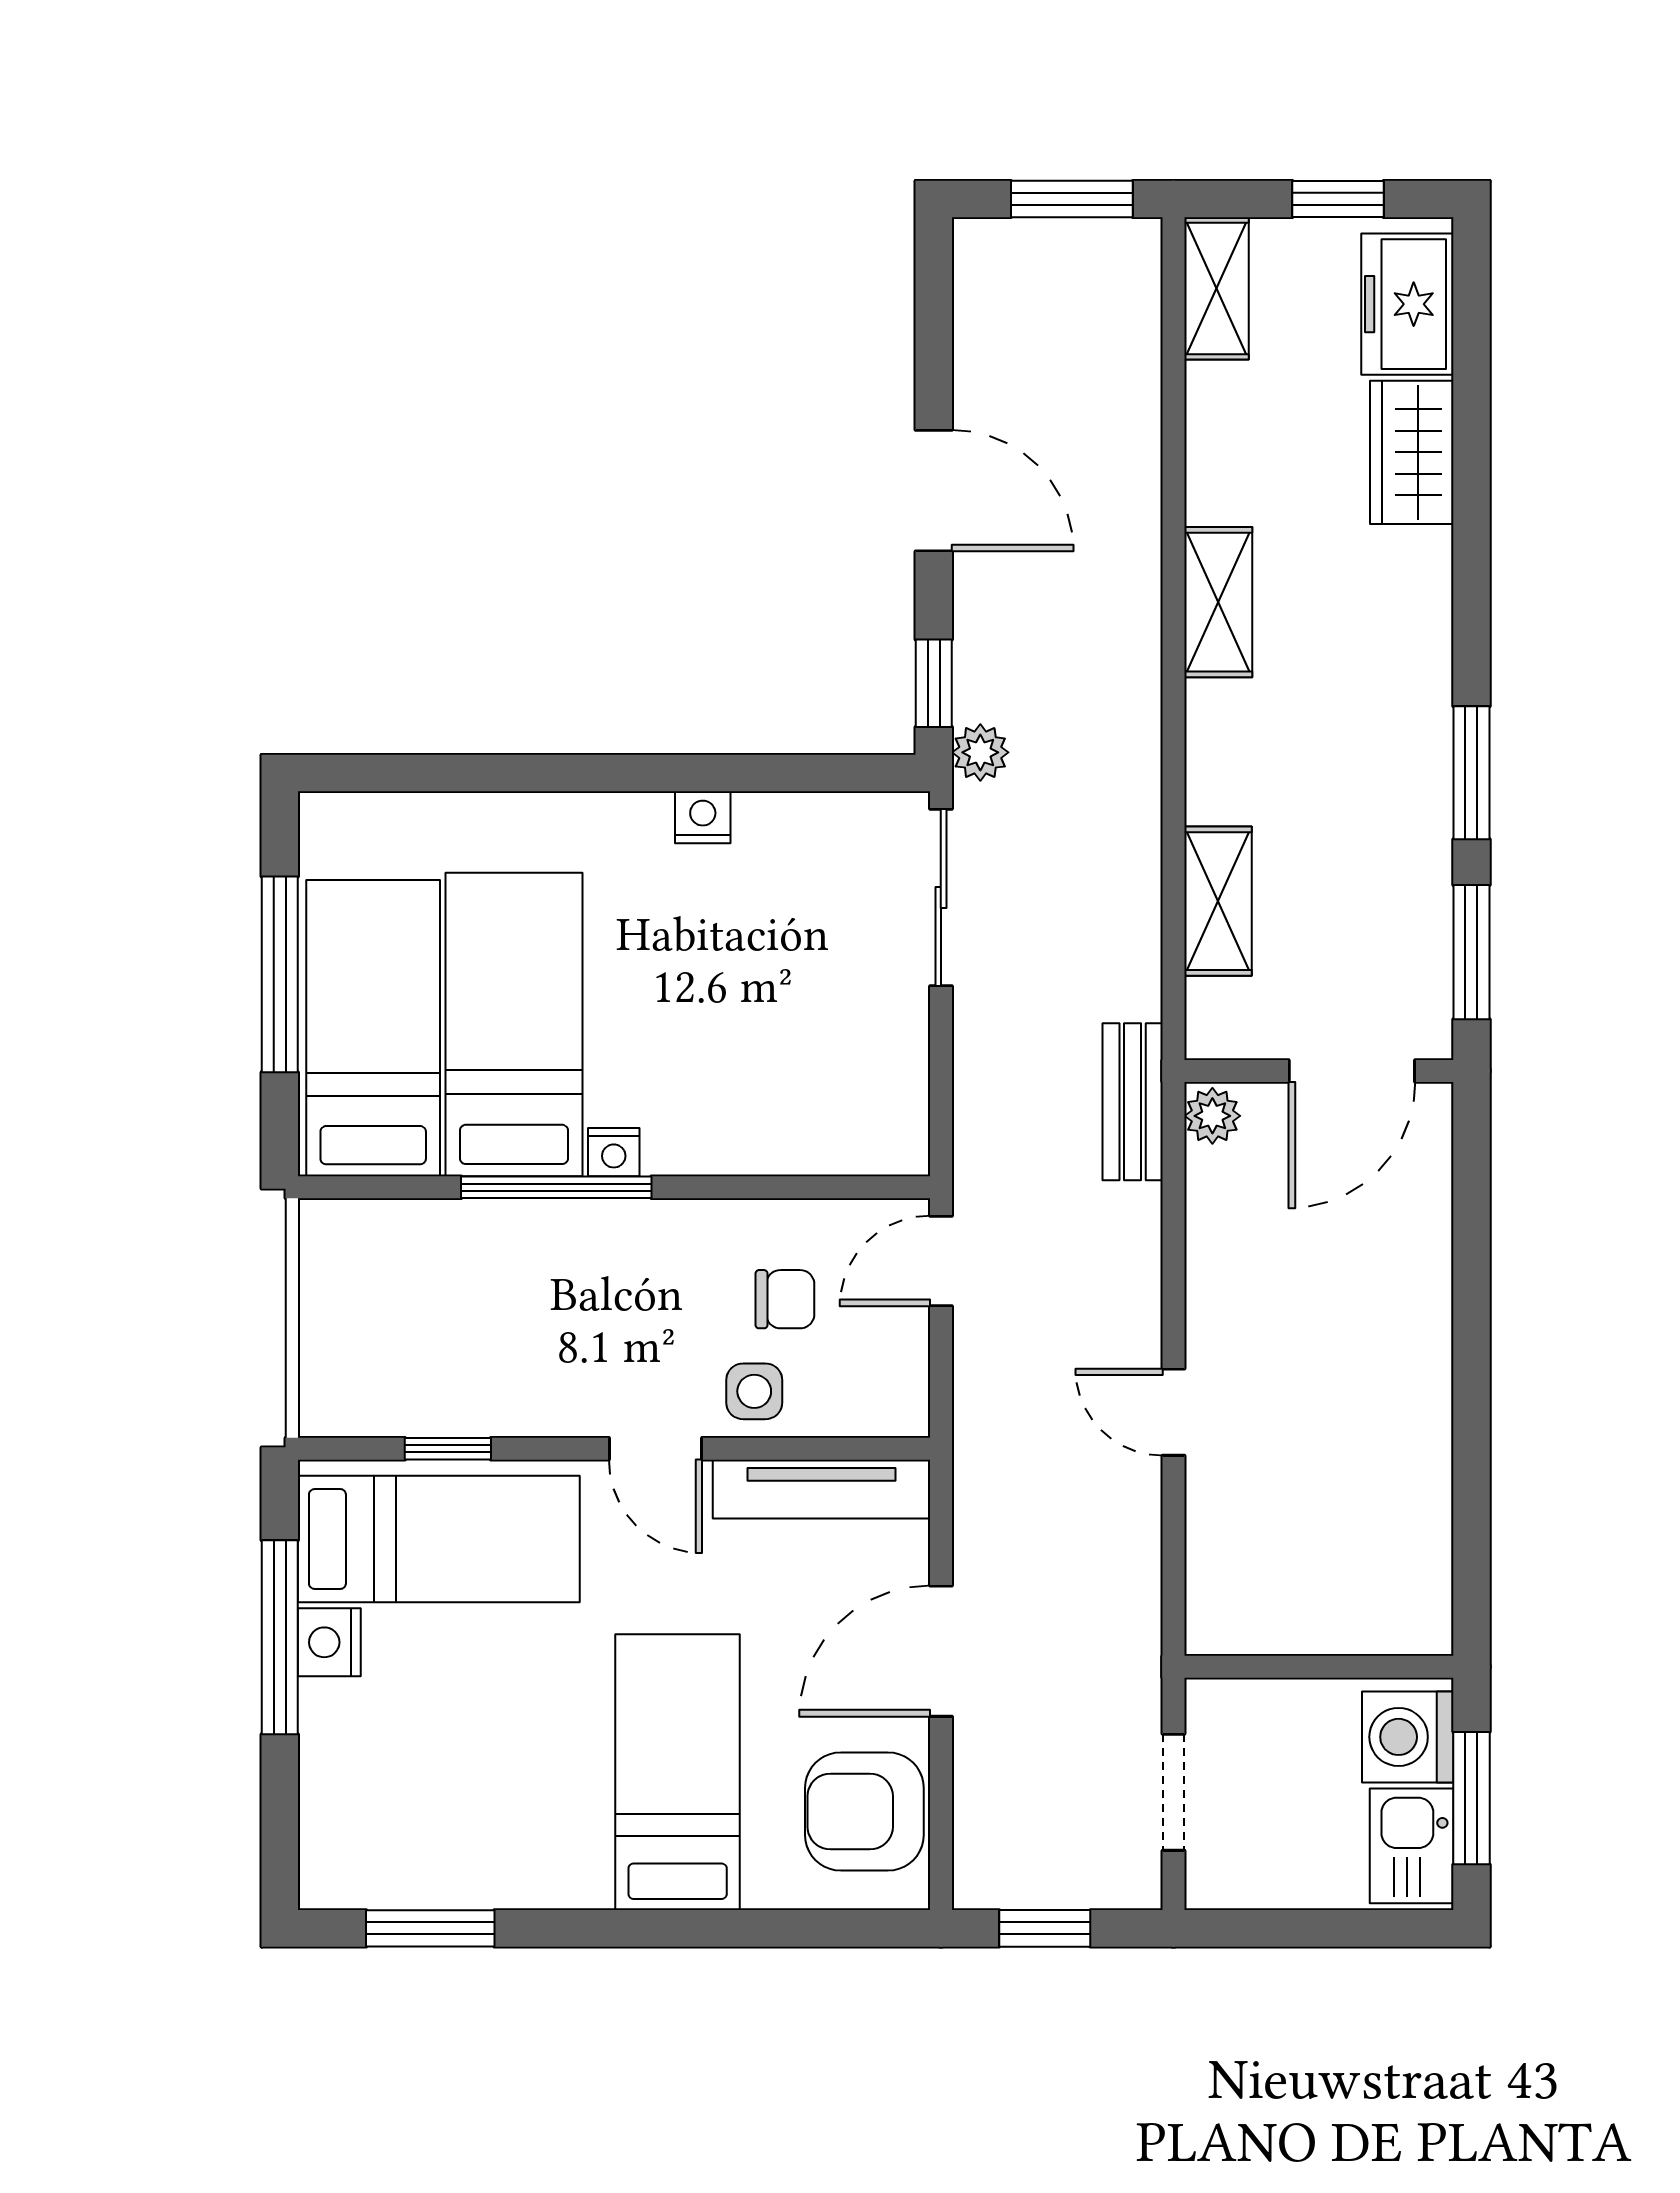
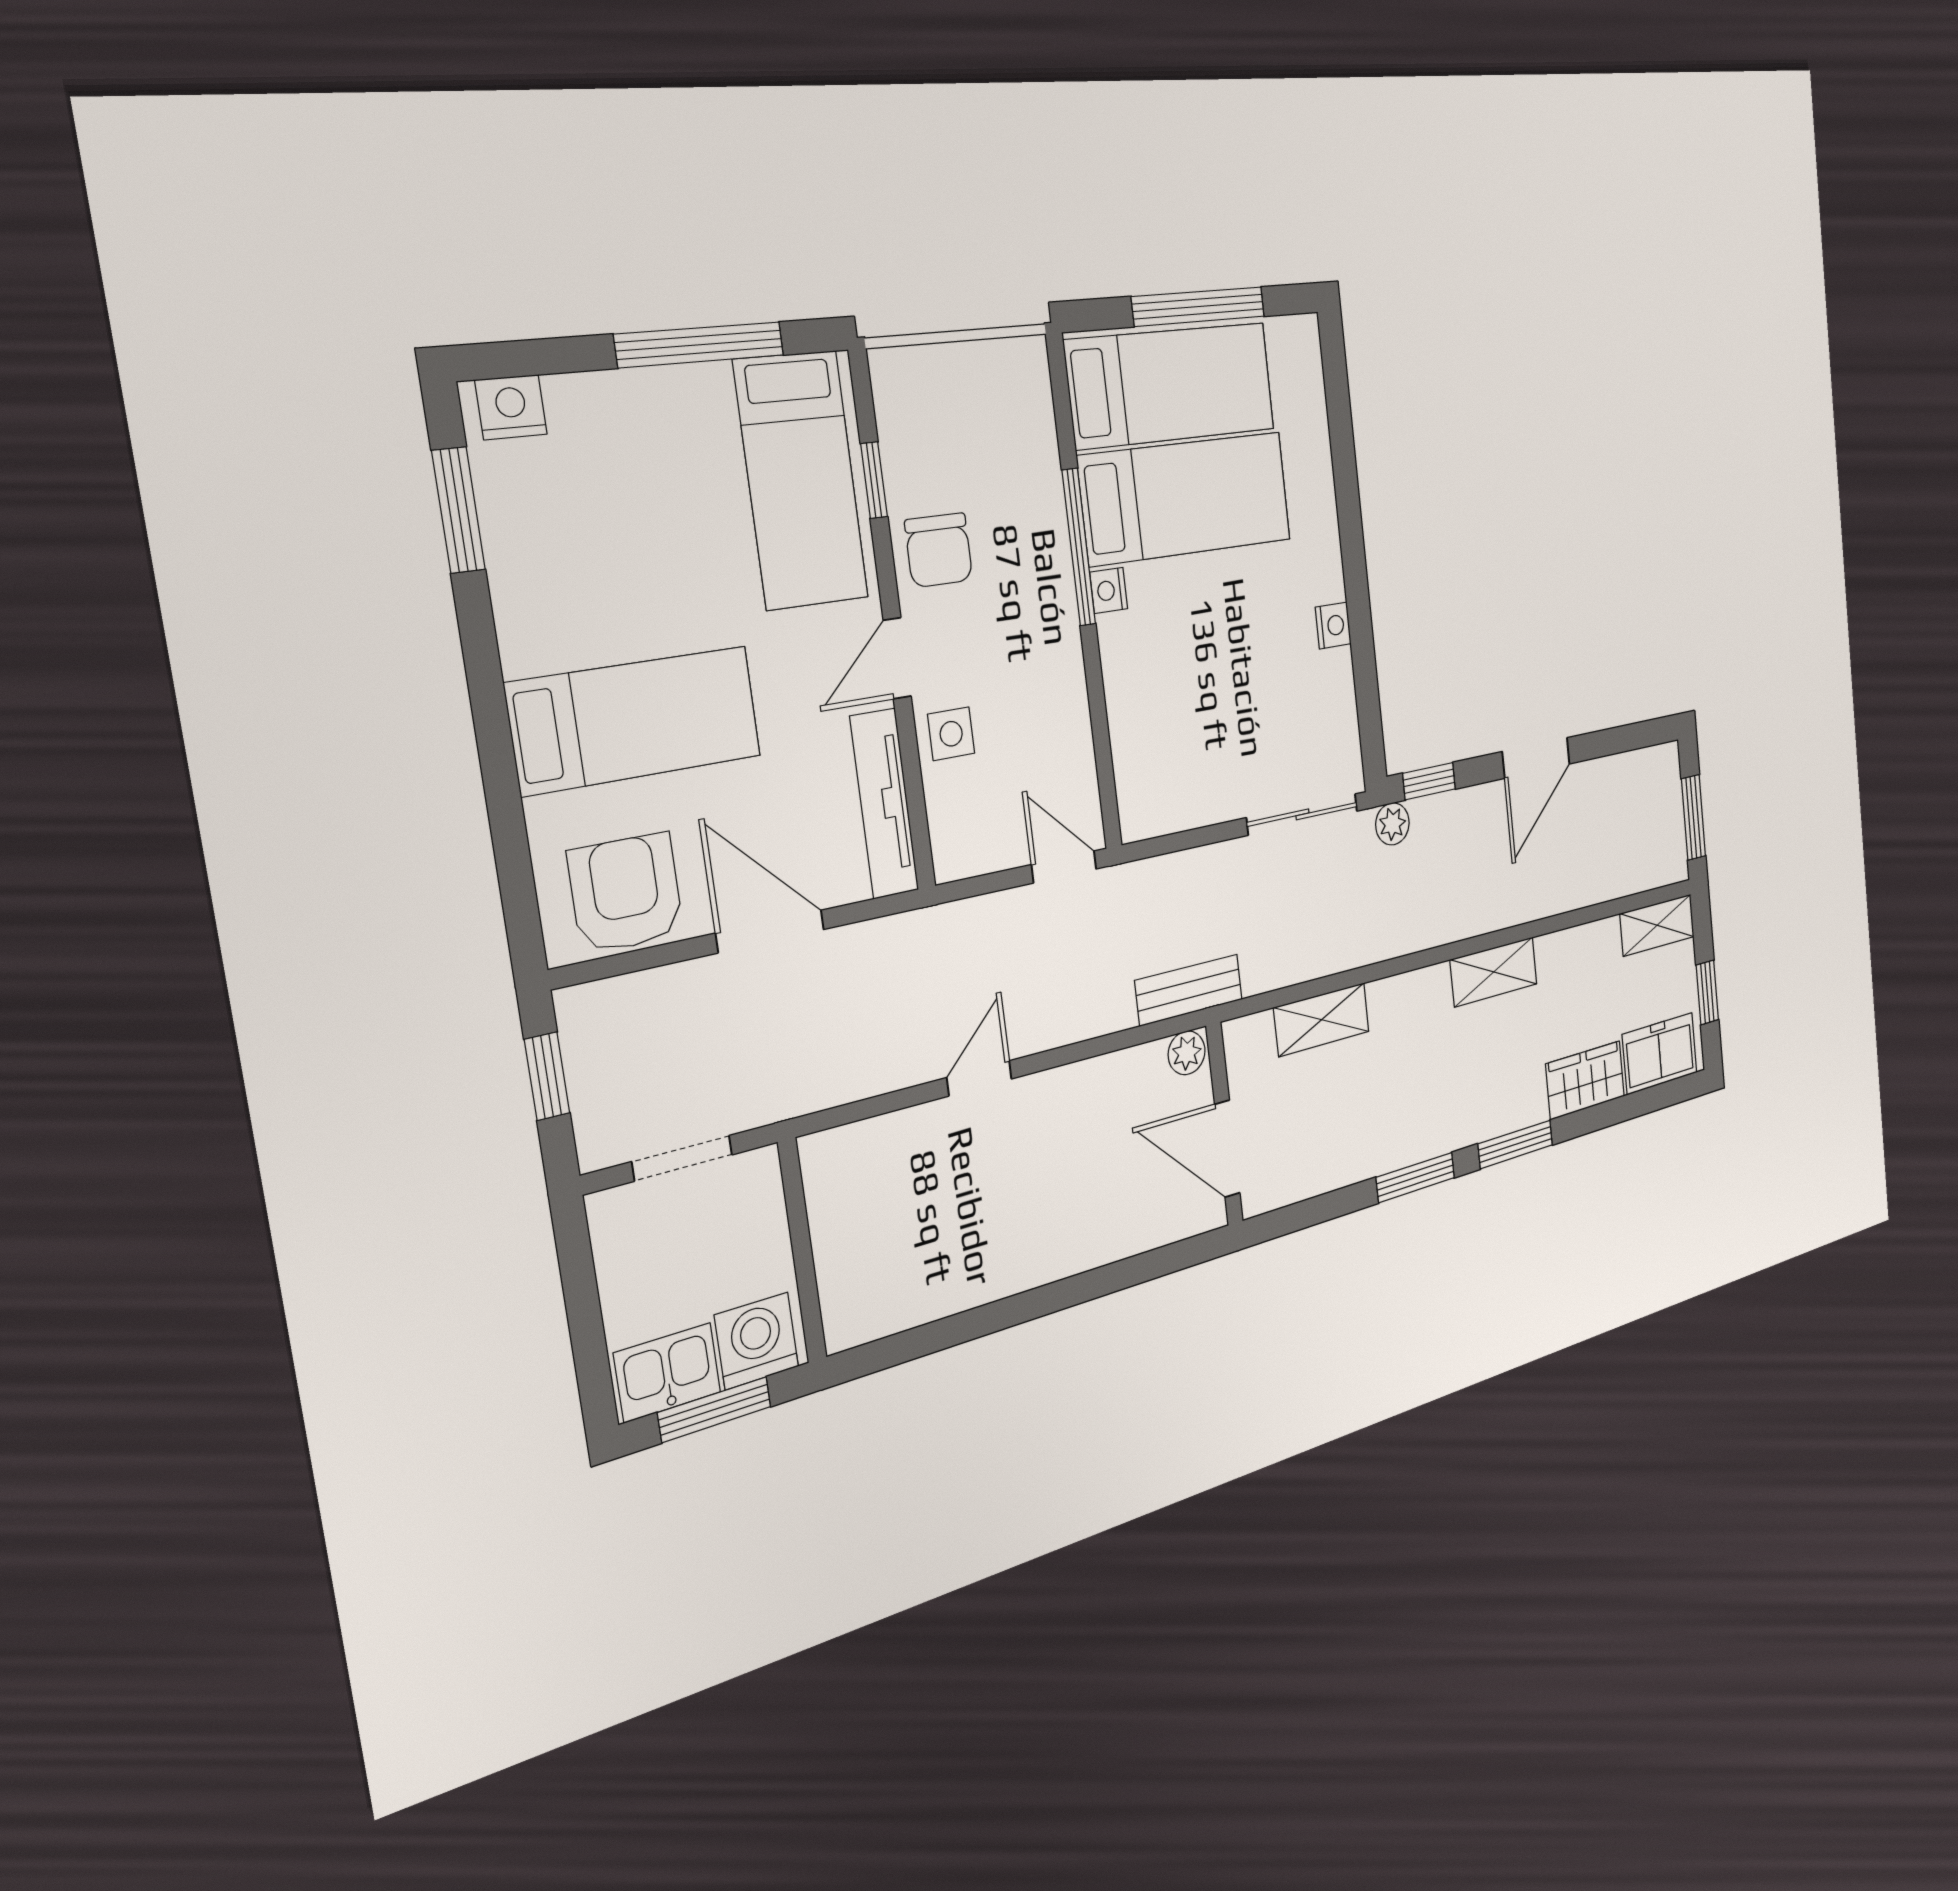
window: (1471, 952) -> (1515, 1144), moved
chair: (785, 1299) -> (939, 550), moved, width x1.37, depth x1.37
nightstand: (329, 1642) -> (511, 407), moved

